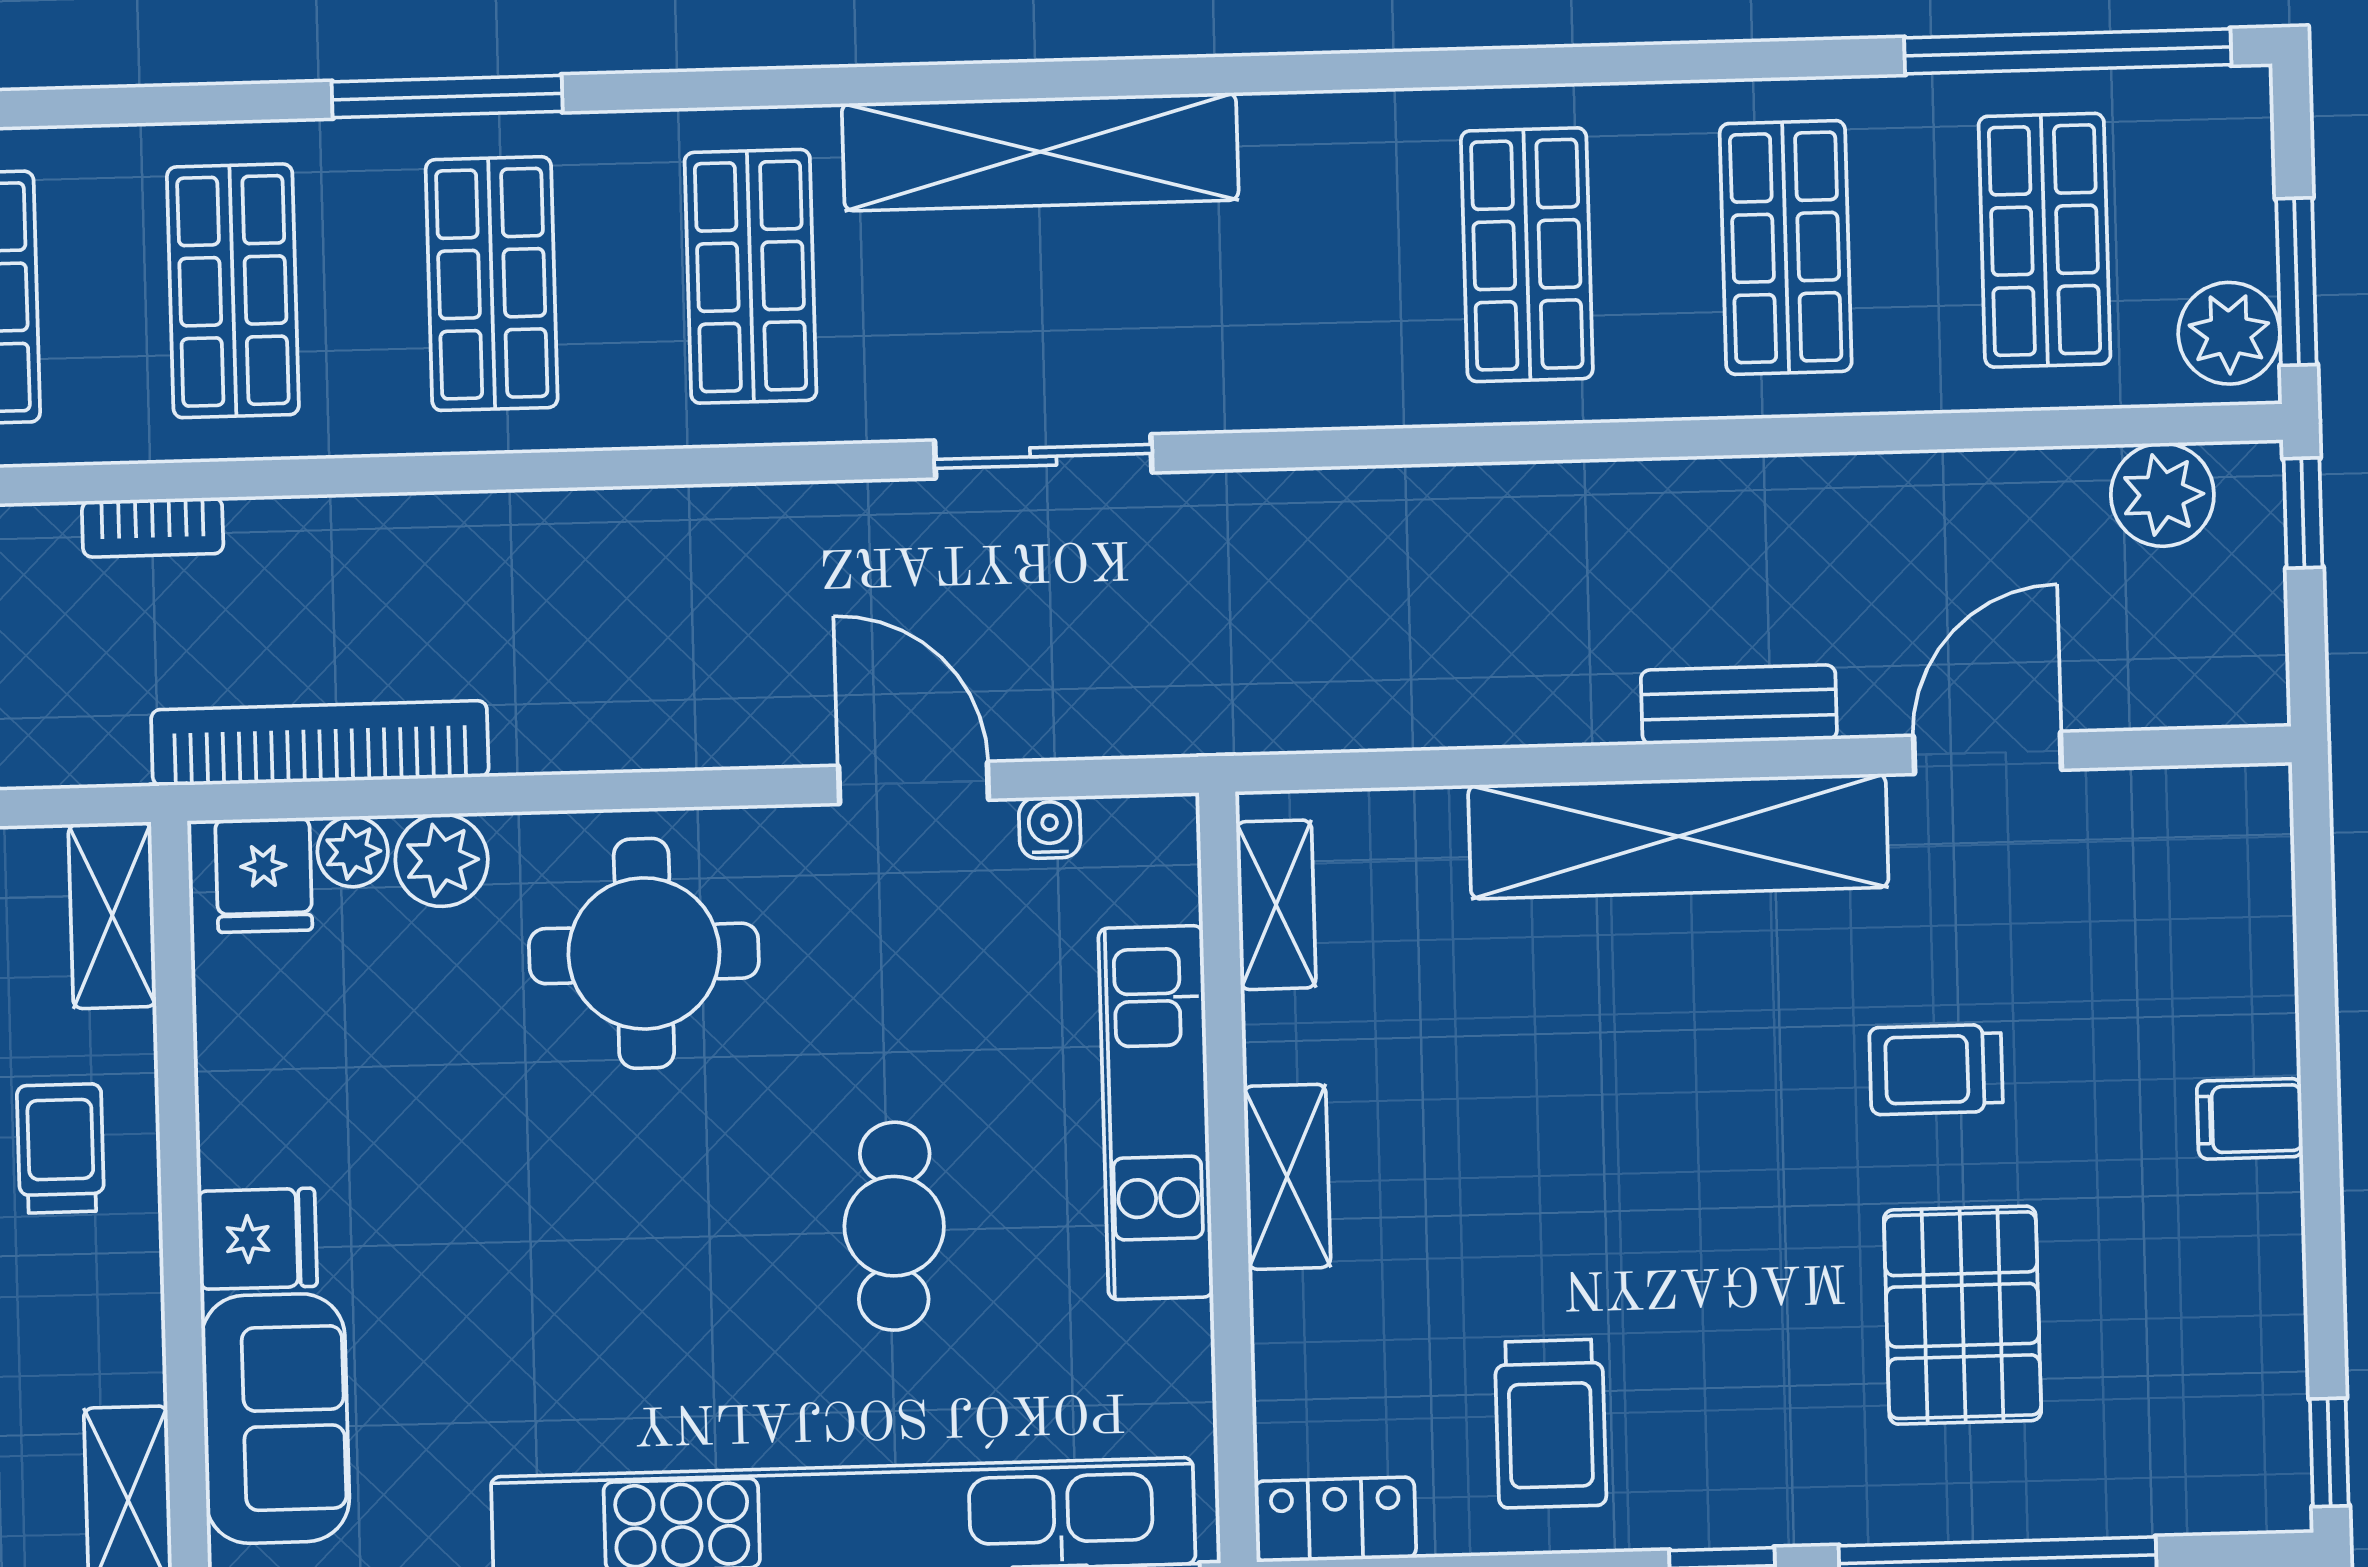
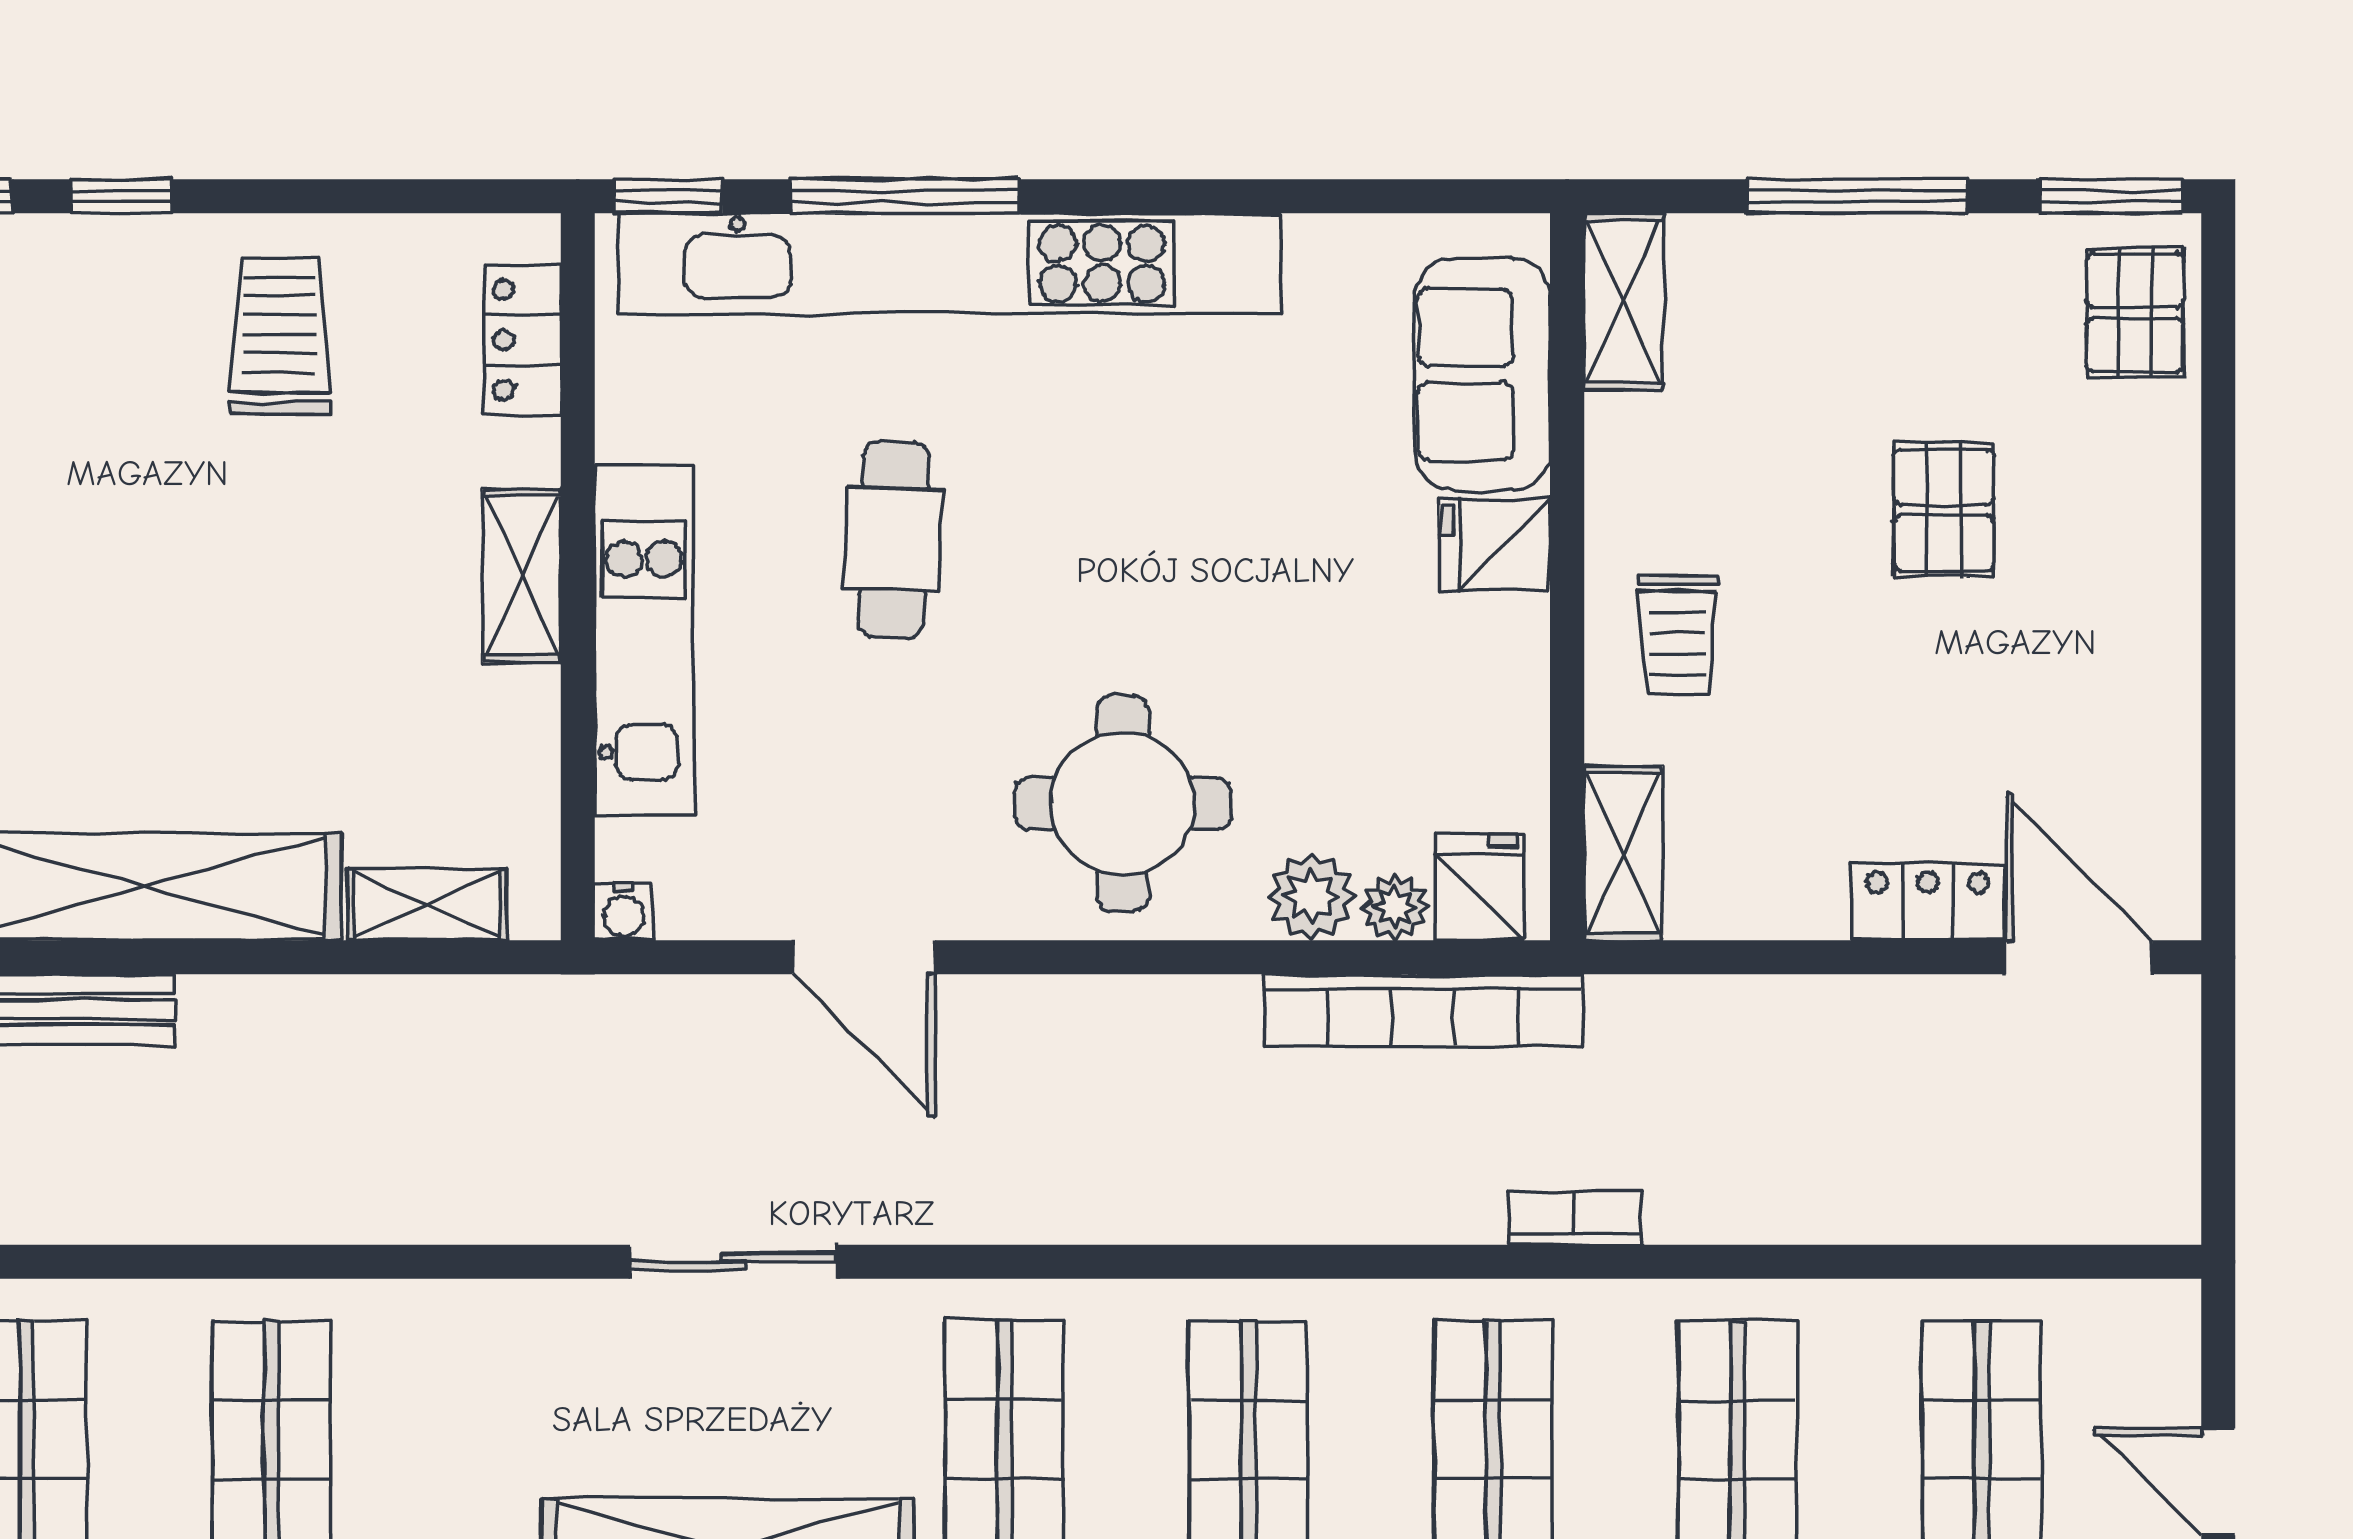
water cooler: (1050, 827) -> (623, 912), moved
shelving: (1276, 905) -> (427, 905), moved, turned 90
locker: (1335, 1519) -> (523, 340), moved, turned 90

